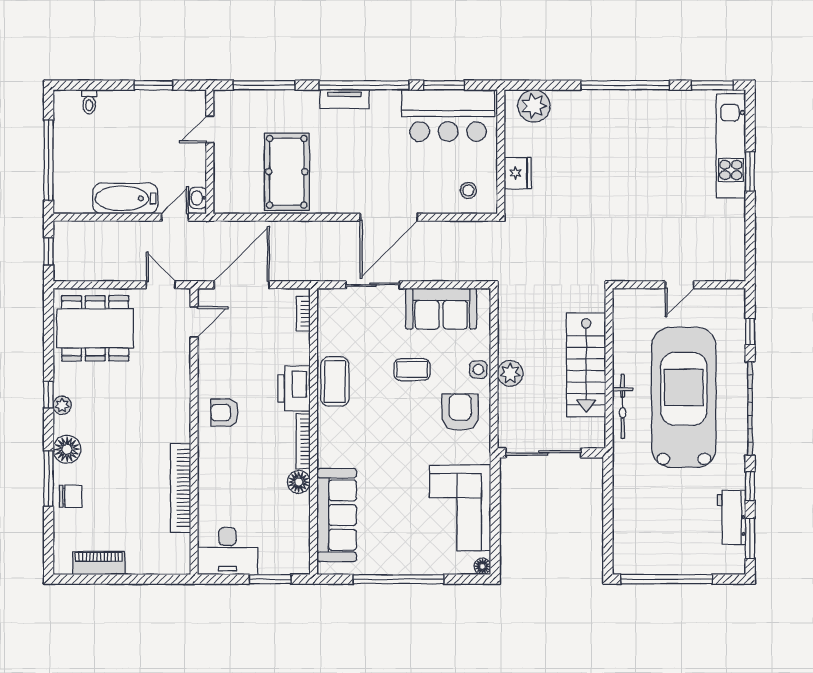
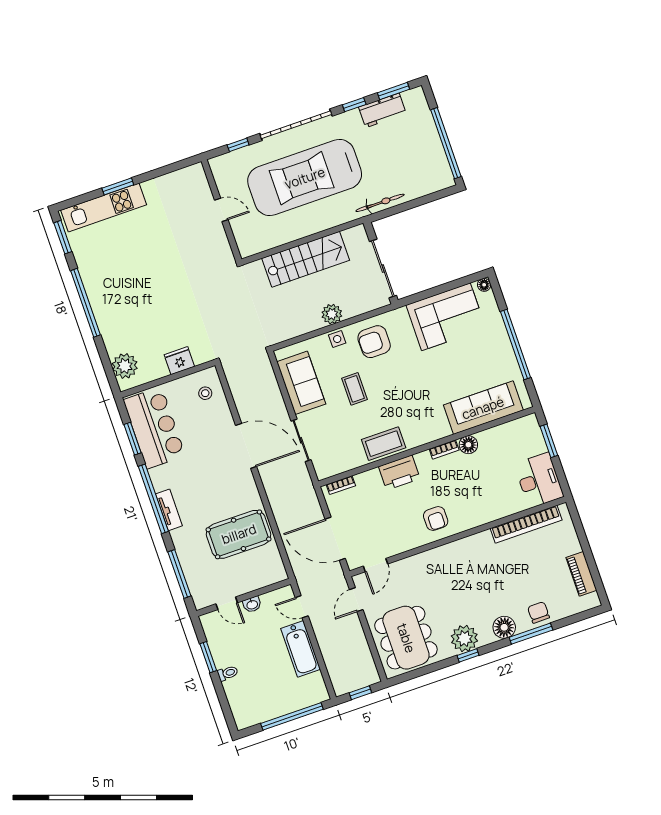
toilet: (89, 102) -> (228, 673), moved
washbasin: (198, 198) -> (252, 604), moved
door: (194, 322) -> (375, 565), swing flipped
plant: (62, 405) -> (464, 638), width x1.87, depth x1.87
bicycle: (623, 406) -> (380, 203), moved
bookcase: (303, 441) -> (444, 449), width x0.64
bookcase: (181, 488) -> (526, 524), moved

